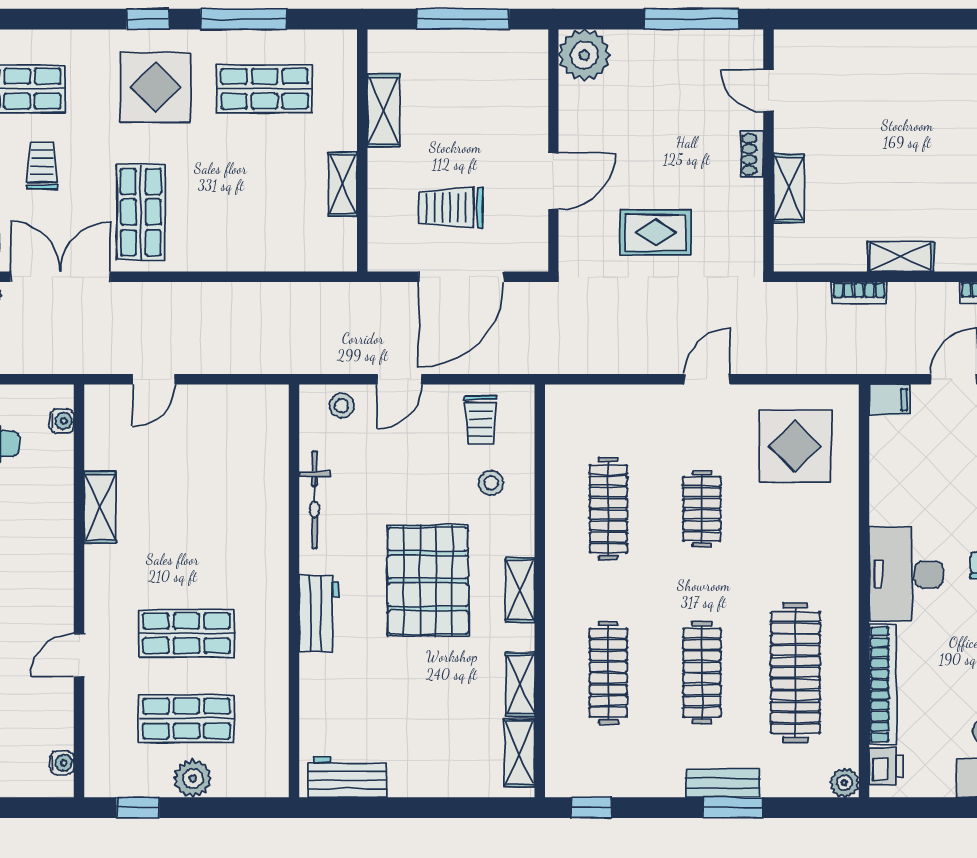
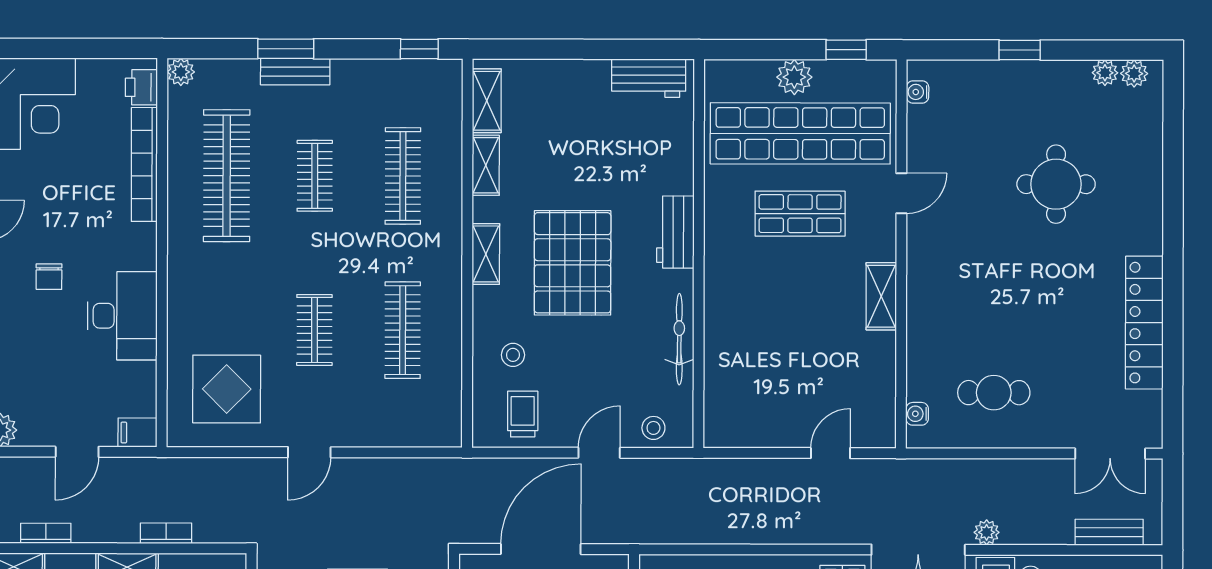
shelving: (100, 507) -> (881, 296), moved
desk: (906, 574) -> (122, 316), moved
clothes rail: (702, 673) -> (315, 176), width x0.73
shop shelf: (186, 719) -> (800, 133), width x2.00, depth x1.36

